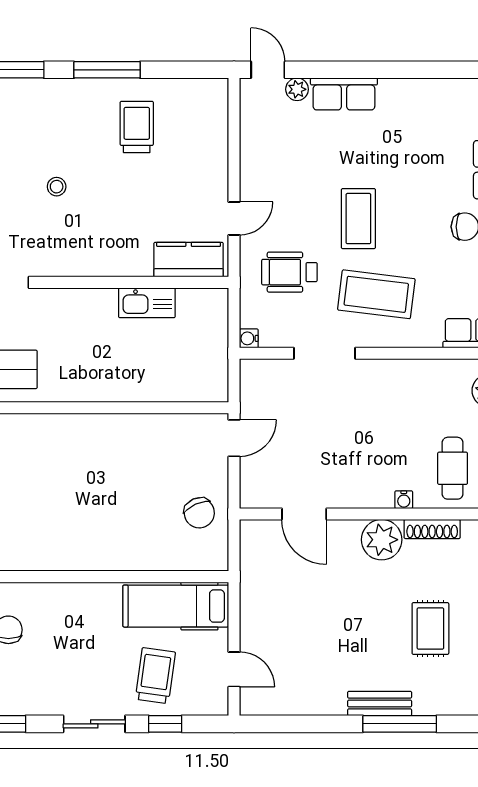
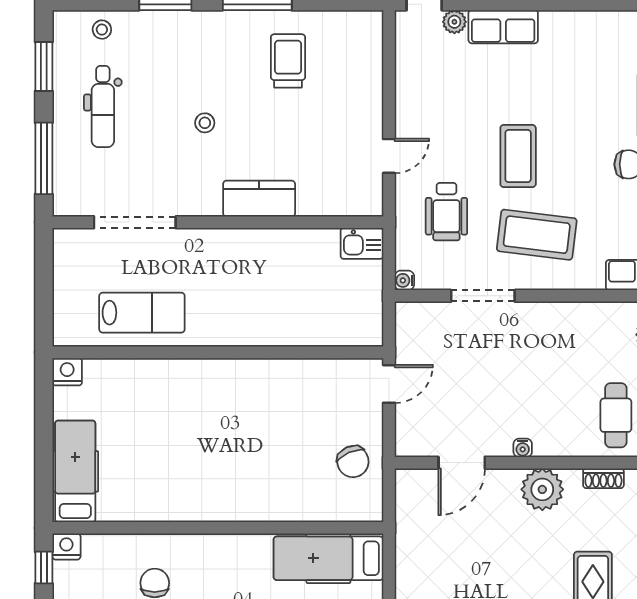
kitchen counter: (189, 260) -> (259, 199), moved
wheelchair: (289, 272) -> (446, 212), turned -90
kitchen sink: (147, 303) -> (362, 243), moved, width x0.73
water cooler: (404, 500) -> (523, 448), moved
door: (304, 514) -> (462, 463), hinge flipped
shoe rack: (432, 529) -> (603, 478), width x0.70

